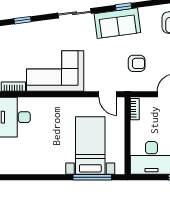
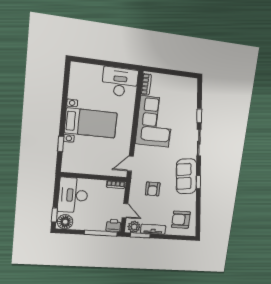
window: (22, 20) -> (199, 116), moved
bed with nightstands: (90, 146) -> (91, 123), moved
window: (92, 177) -> (61, 144), width x0.46

